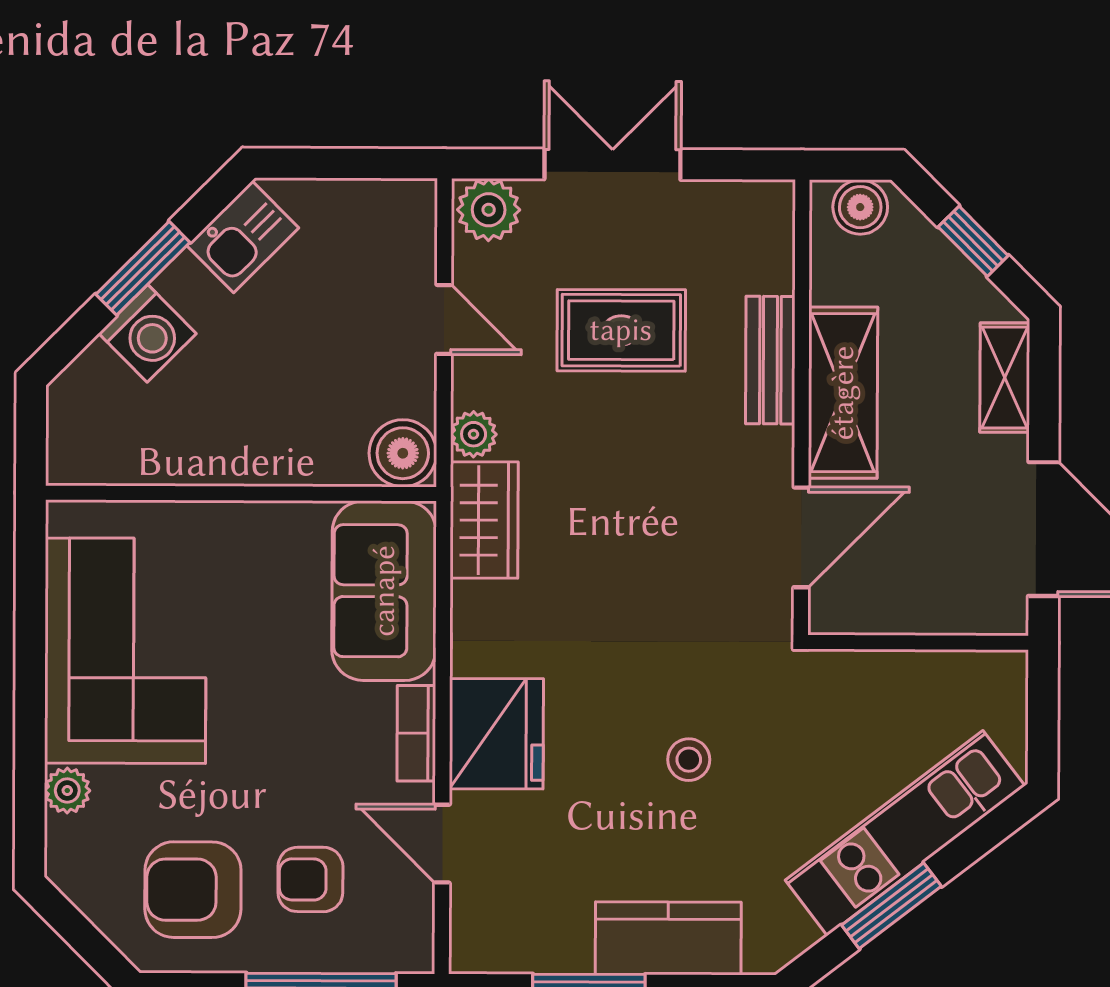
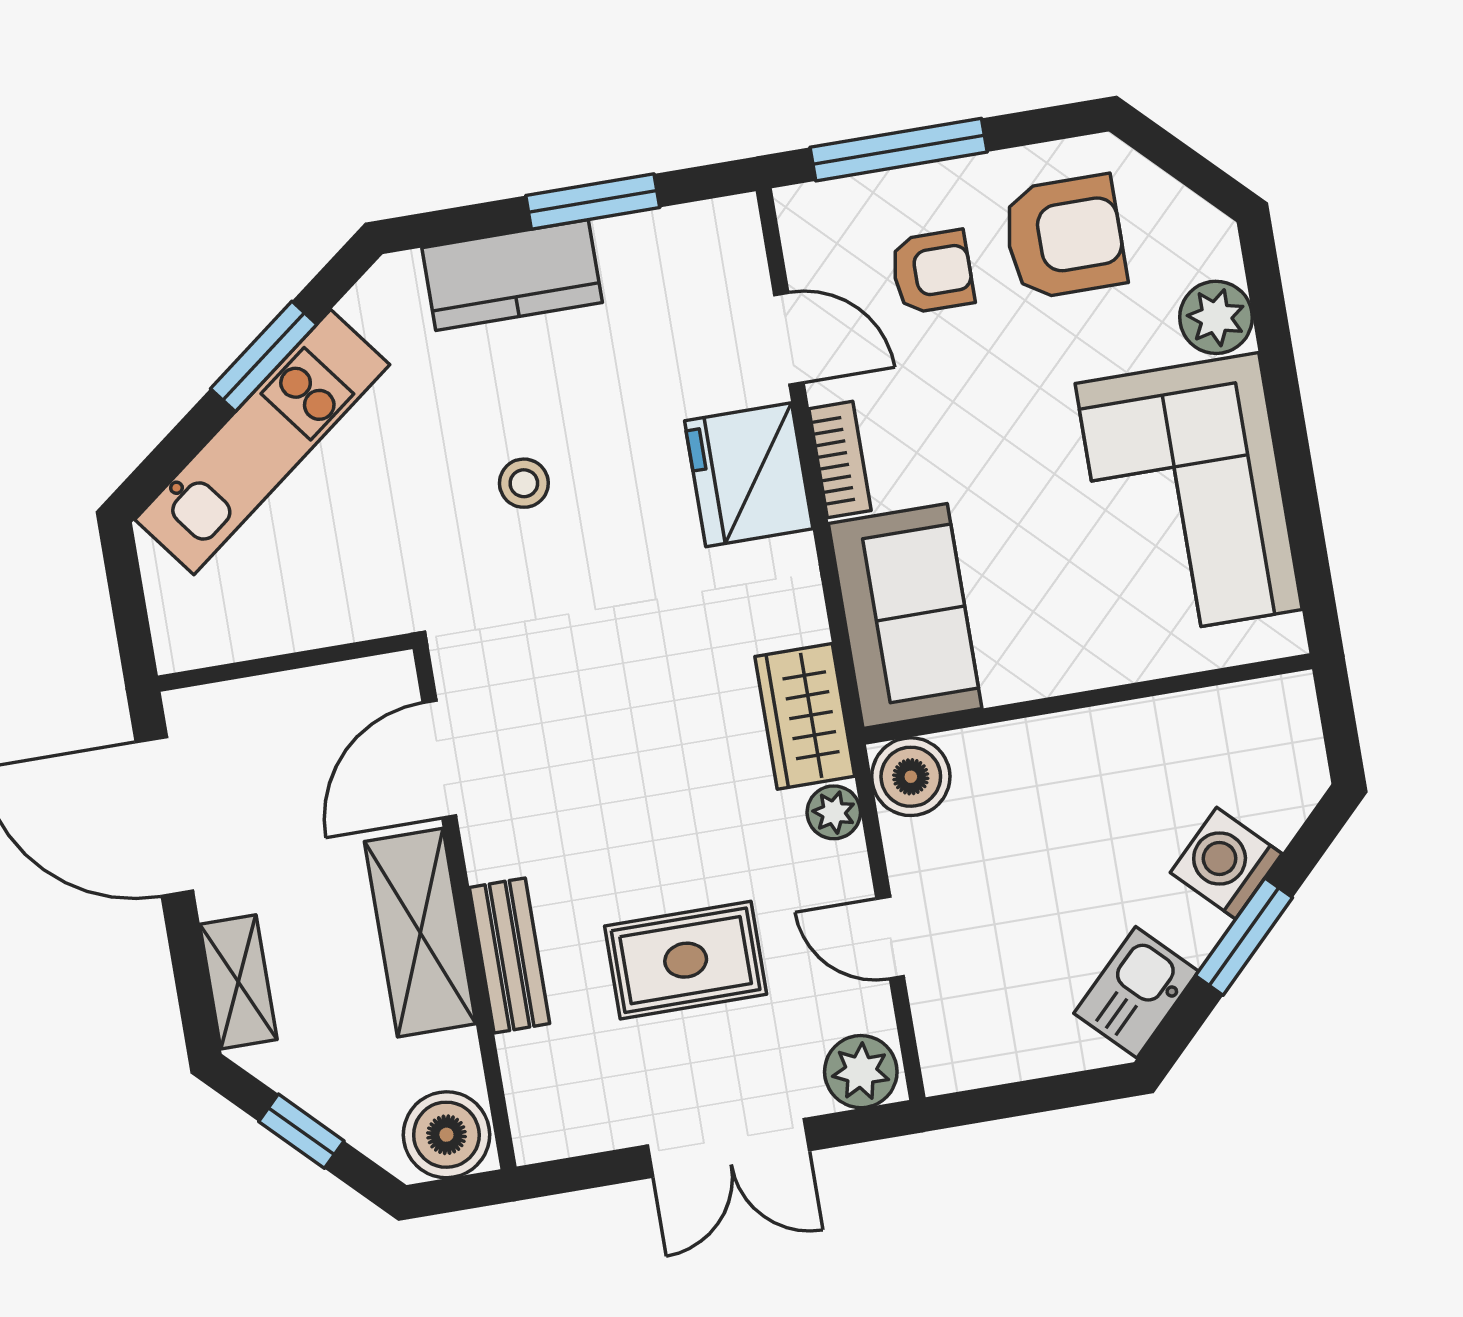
boiler: (860, 207) -> (446, 1135), width x1.36, depth x1.36
plant: (67, 790) -> (1216, 317), width x1.38, depth x1.38

